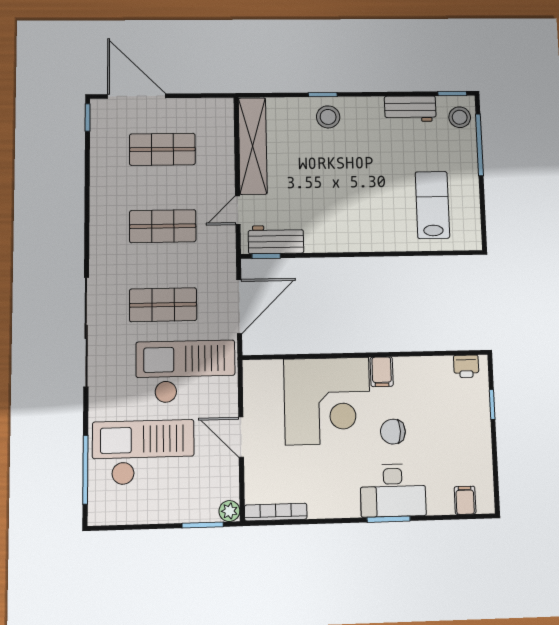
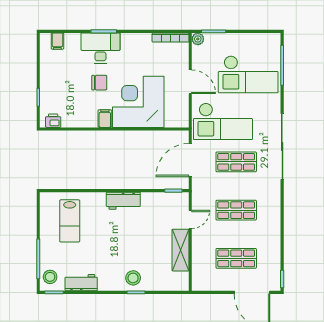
shelving: (253, 146) -> (180, 250), width x0.68
workbench: (276, 240) -> (123, 201), moved

